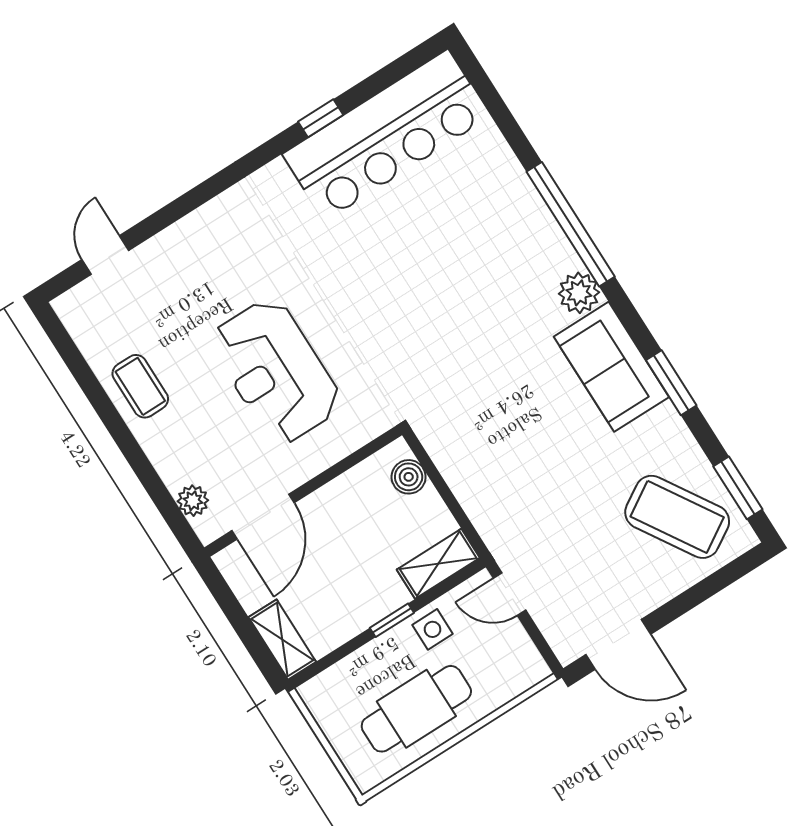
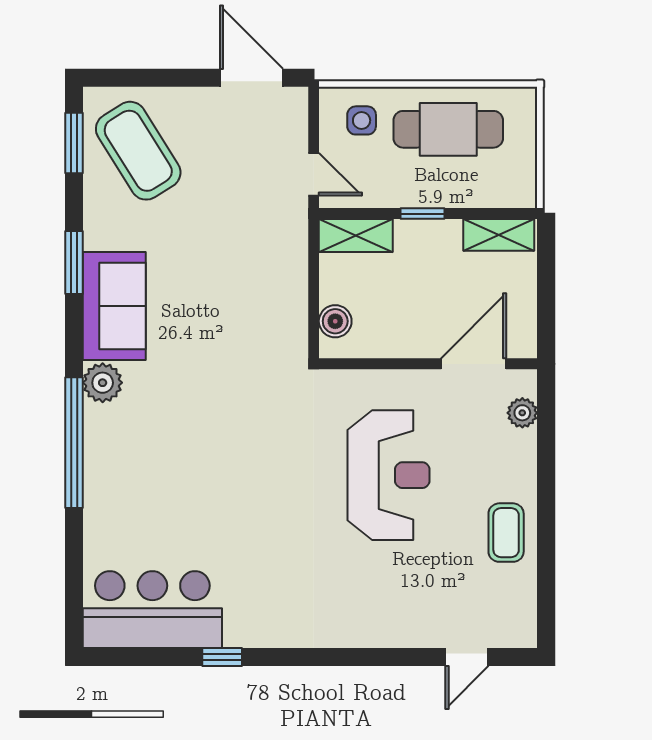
bar counter: (386, 135) -> (152, 610), width x0.73
side table: (433, 629) -> (362, 120), moved
shelving: (282, 639) -> (499, 235), moved, turned 90

